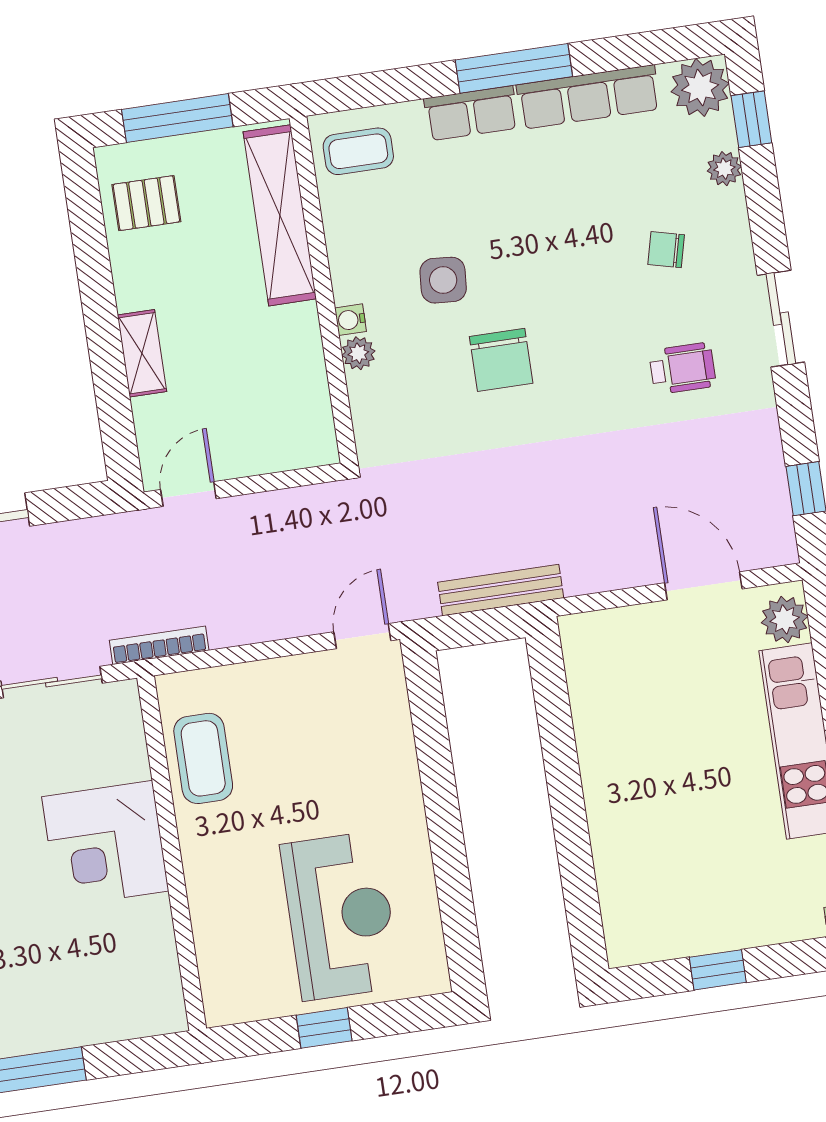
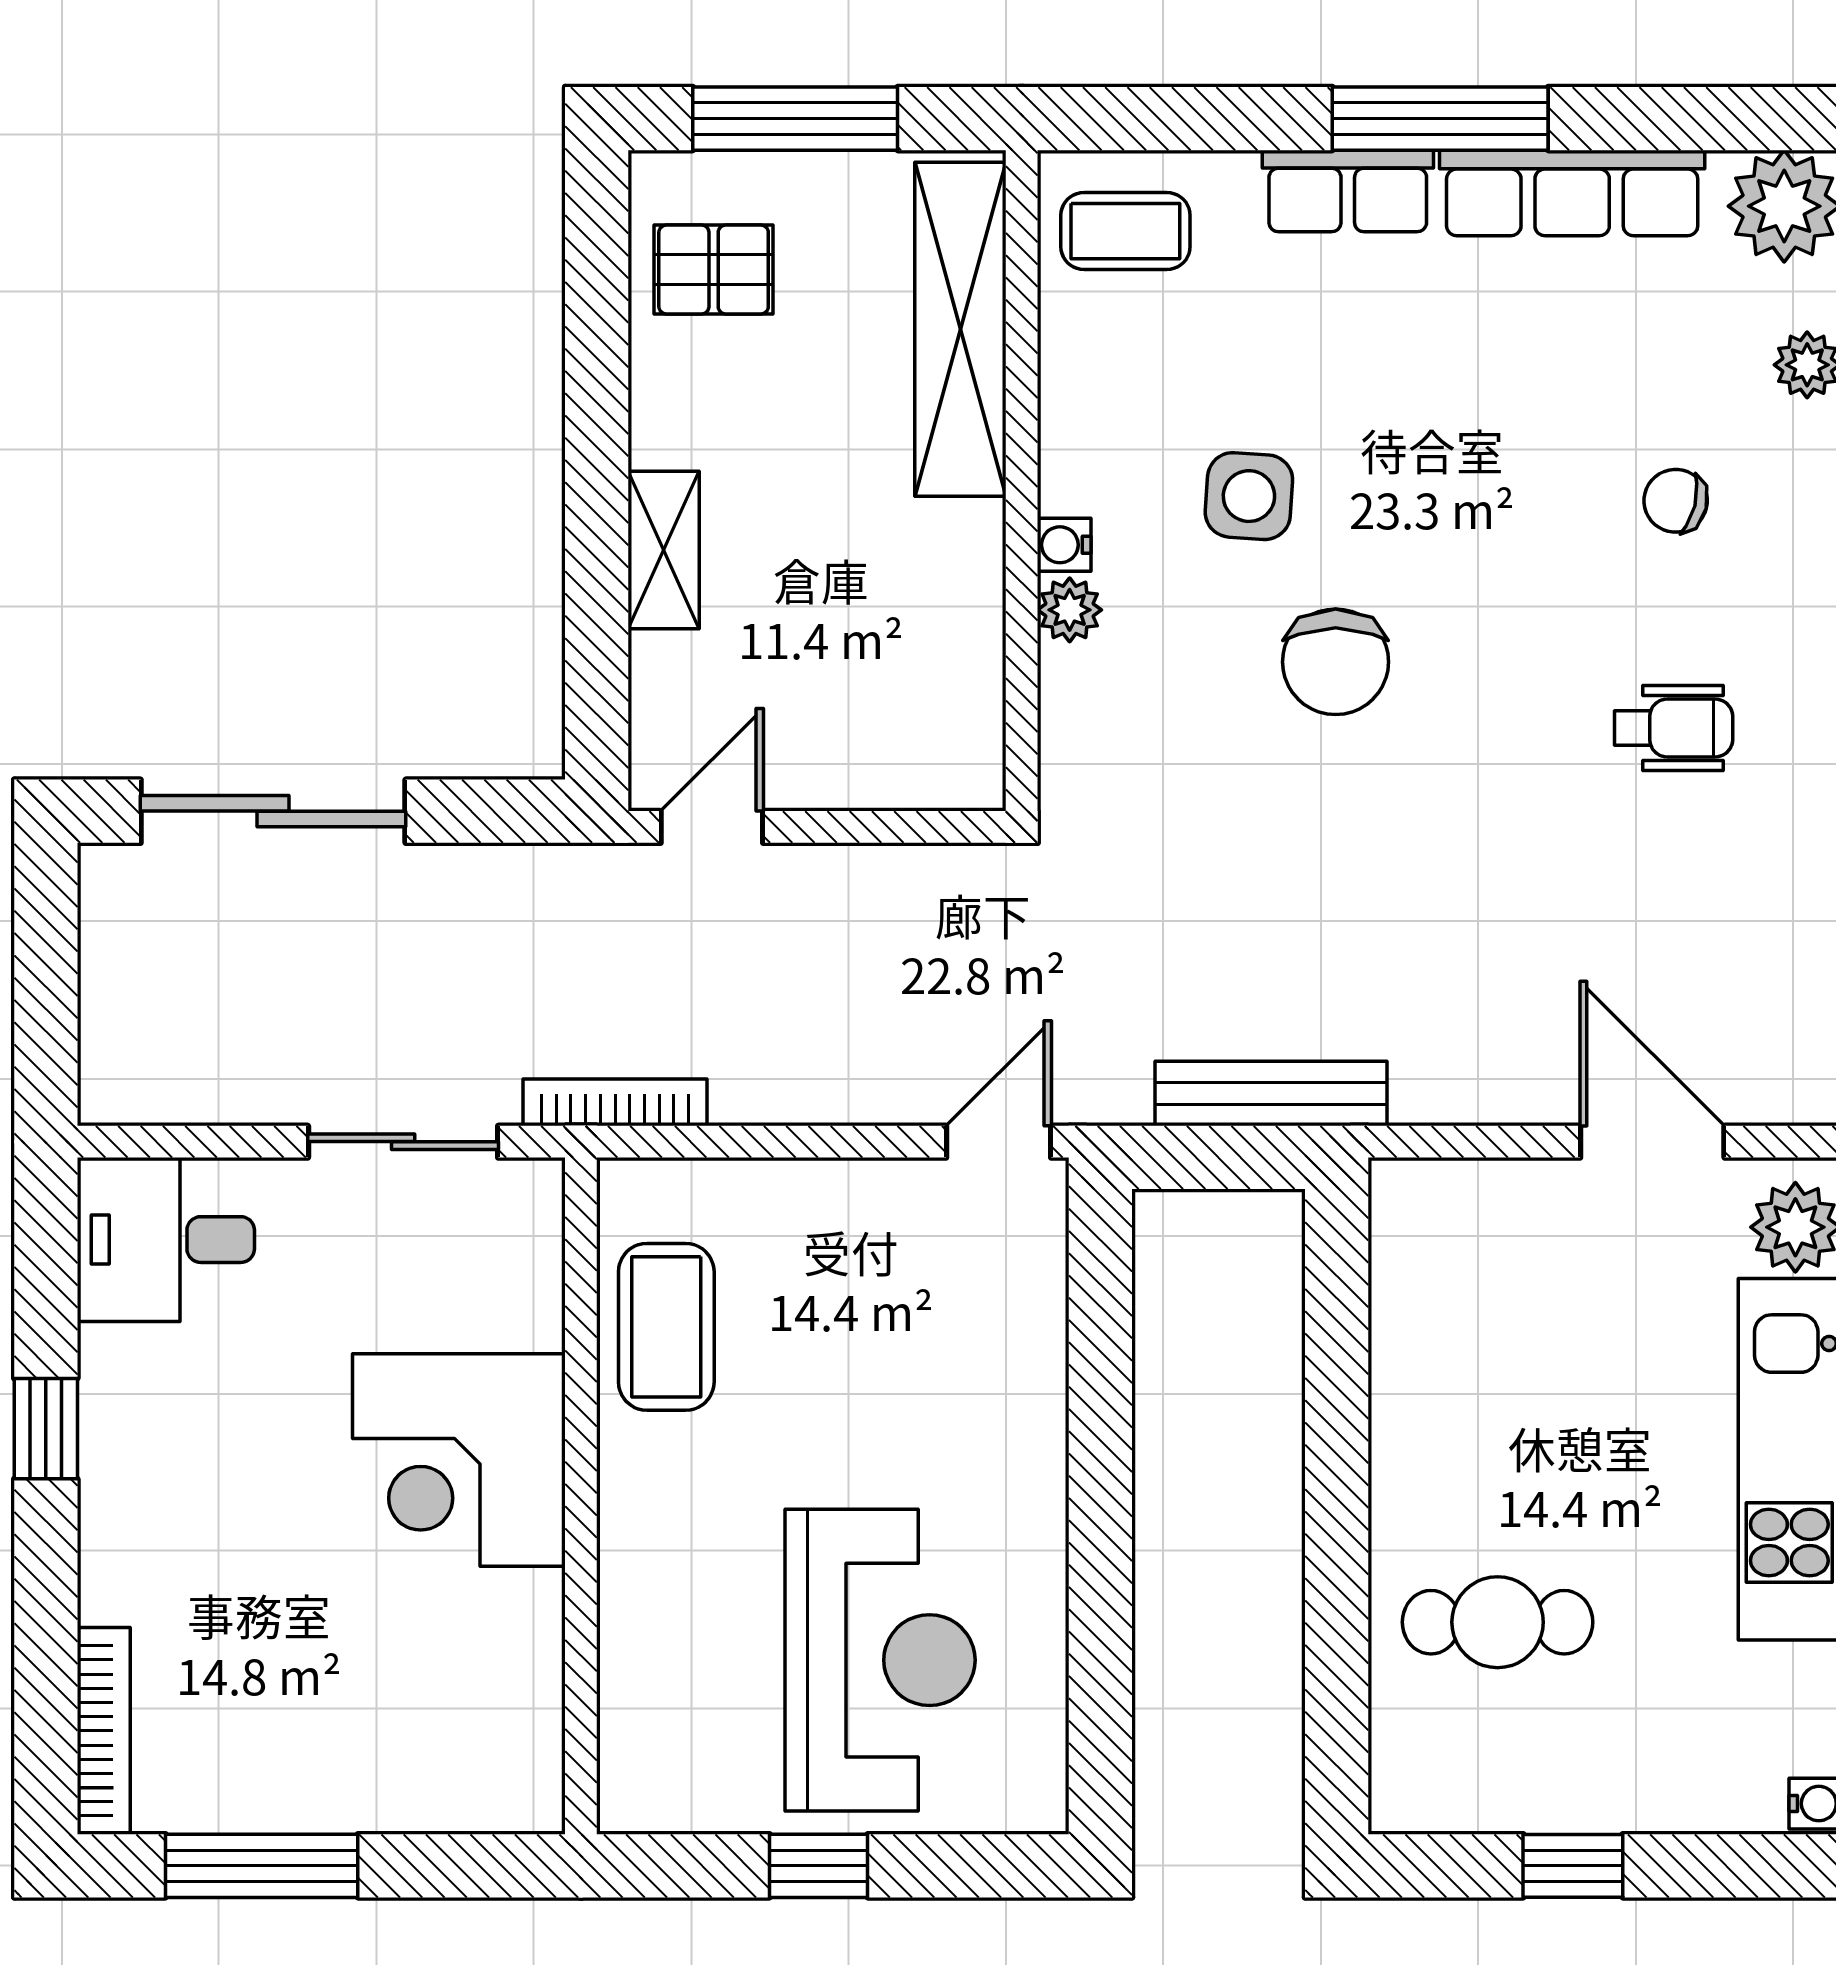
cafe table: (660, 849) -> (1498, 1622), added

